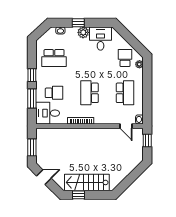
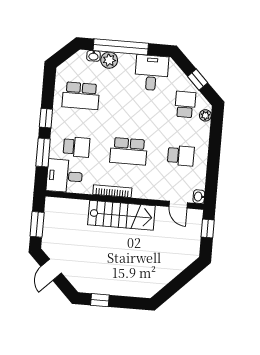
window: (78, 23) -> (121, 47), width x3.17
plant: (83, 32) -> (109, 60), moved
window: (132, 41) -> (198, 80), added
school desk: (90, 93) -> (129, 151), turned -90
school desk: (125, 93) -> (181, 156), width x0.54
door: (44, 177) -> (51, 270), swing flipped
stairs: (87, 182) -> (121, 215), moved, turned 180

